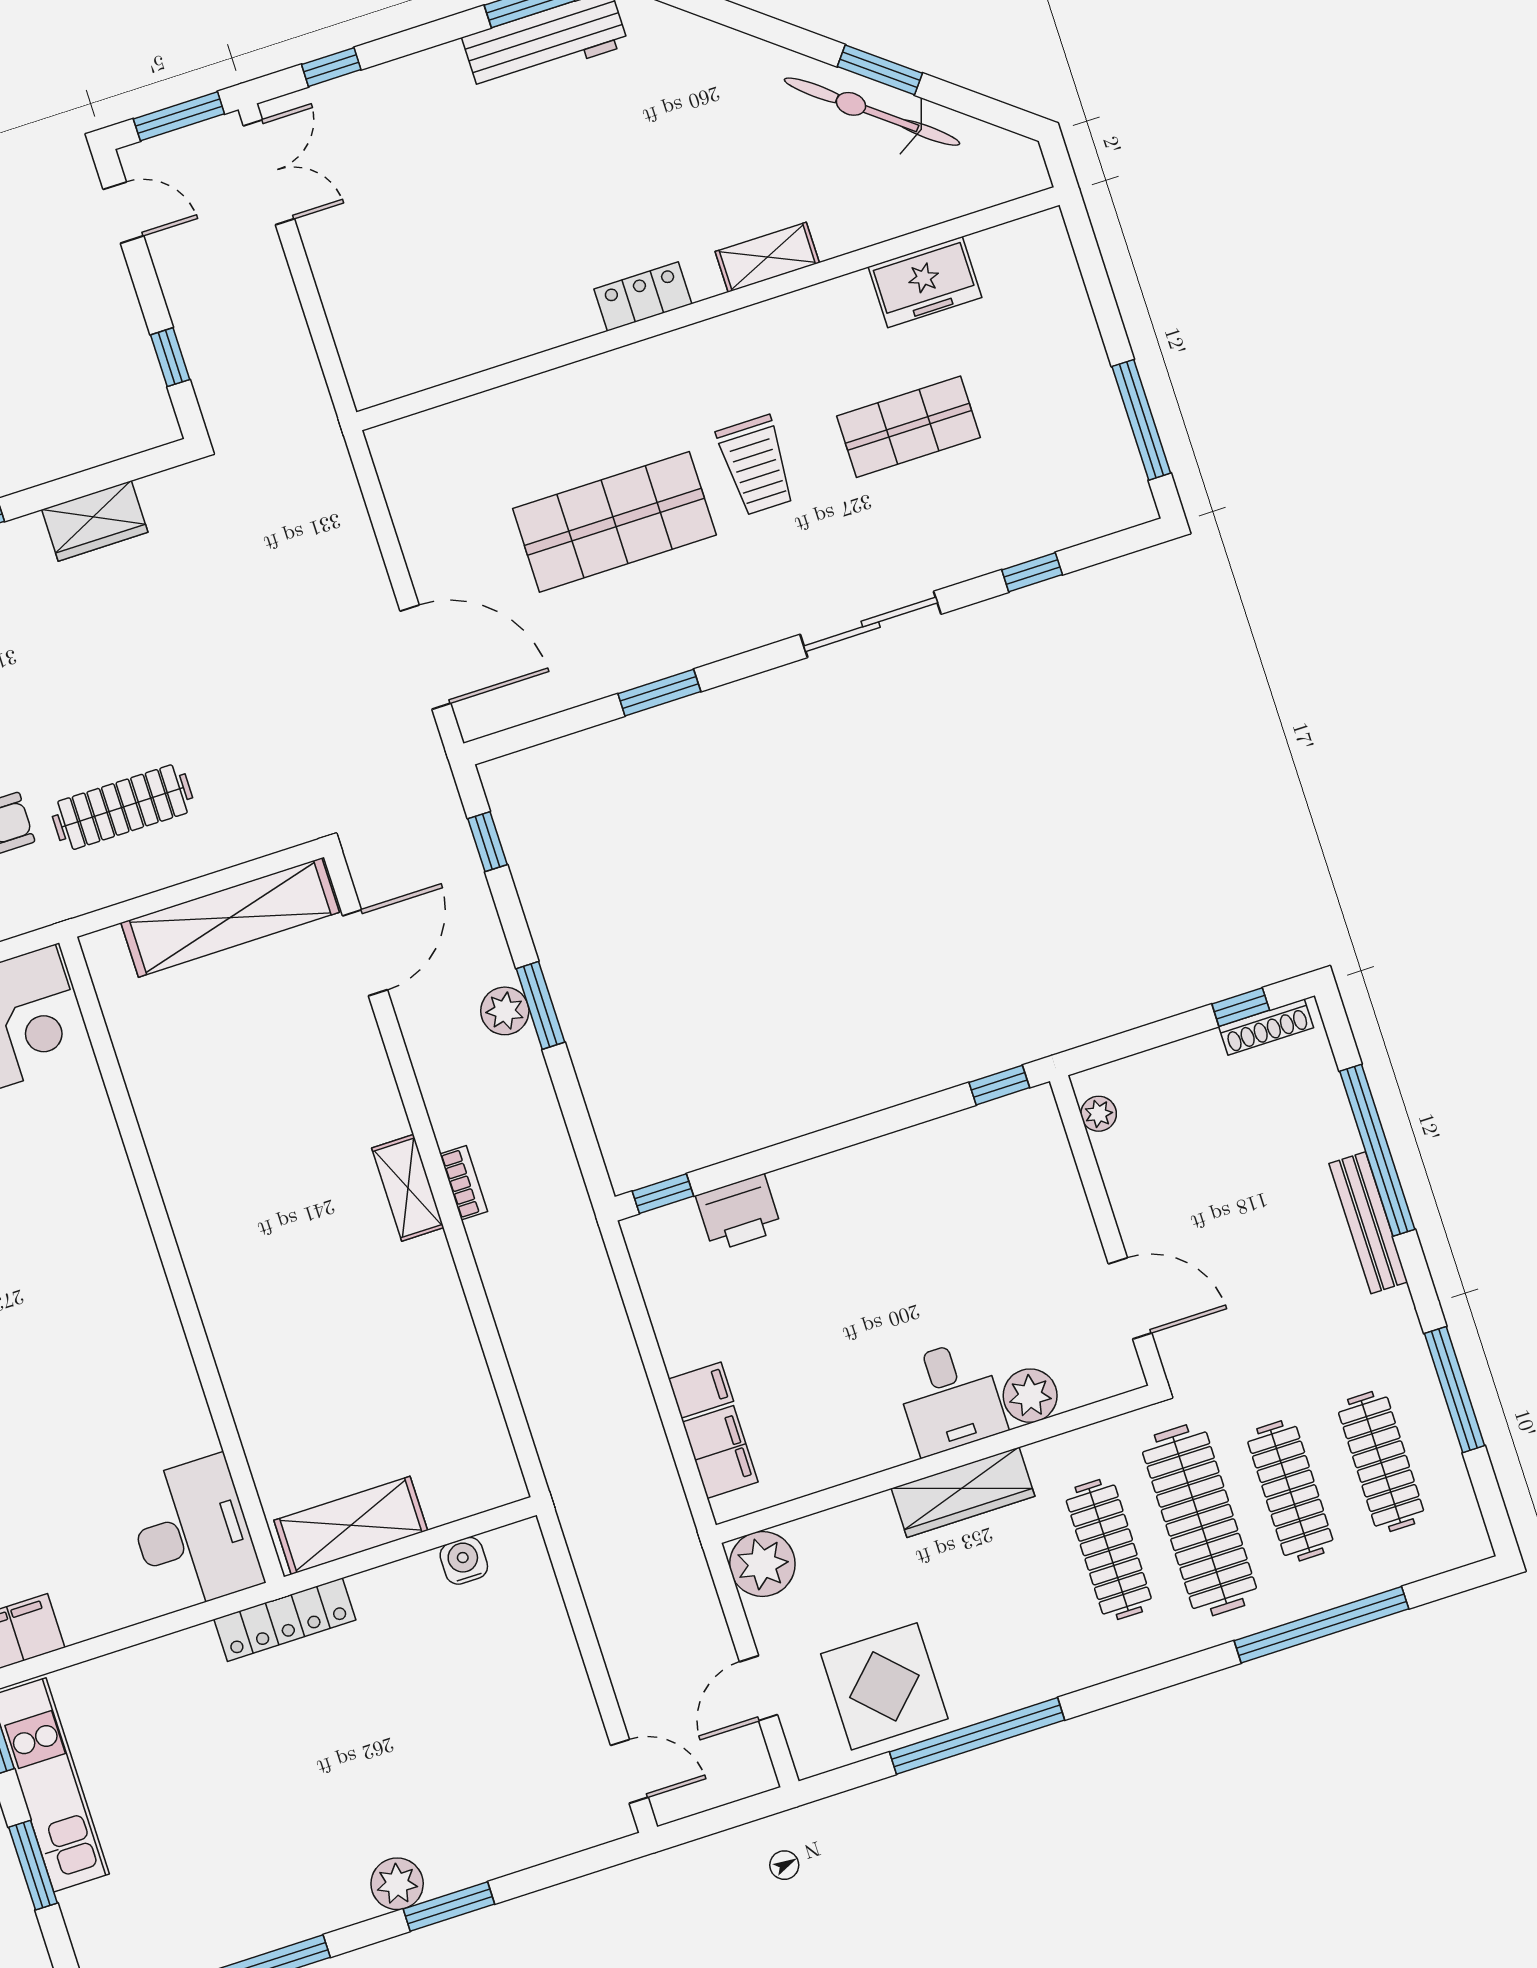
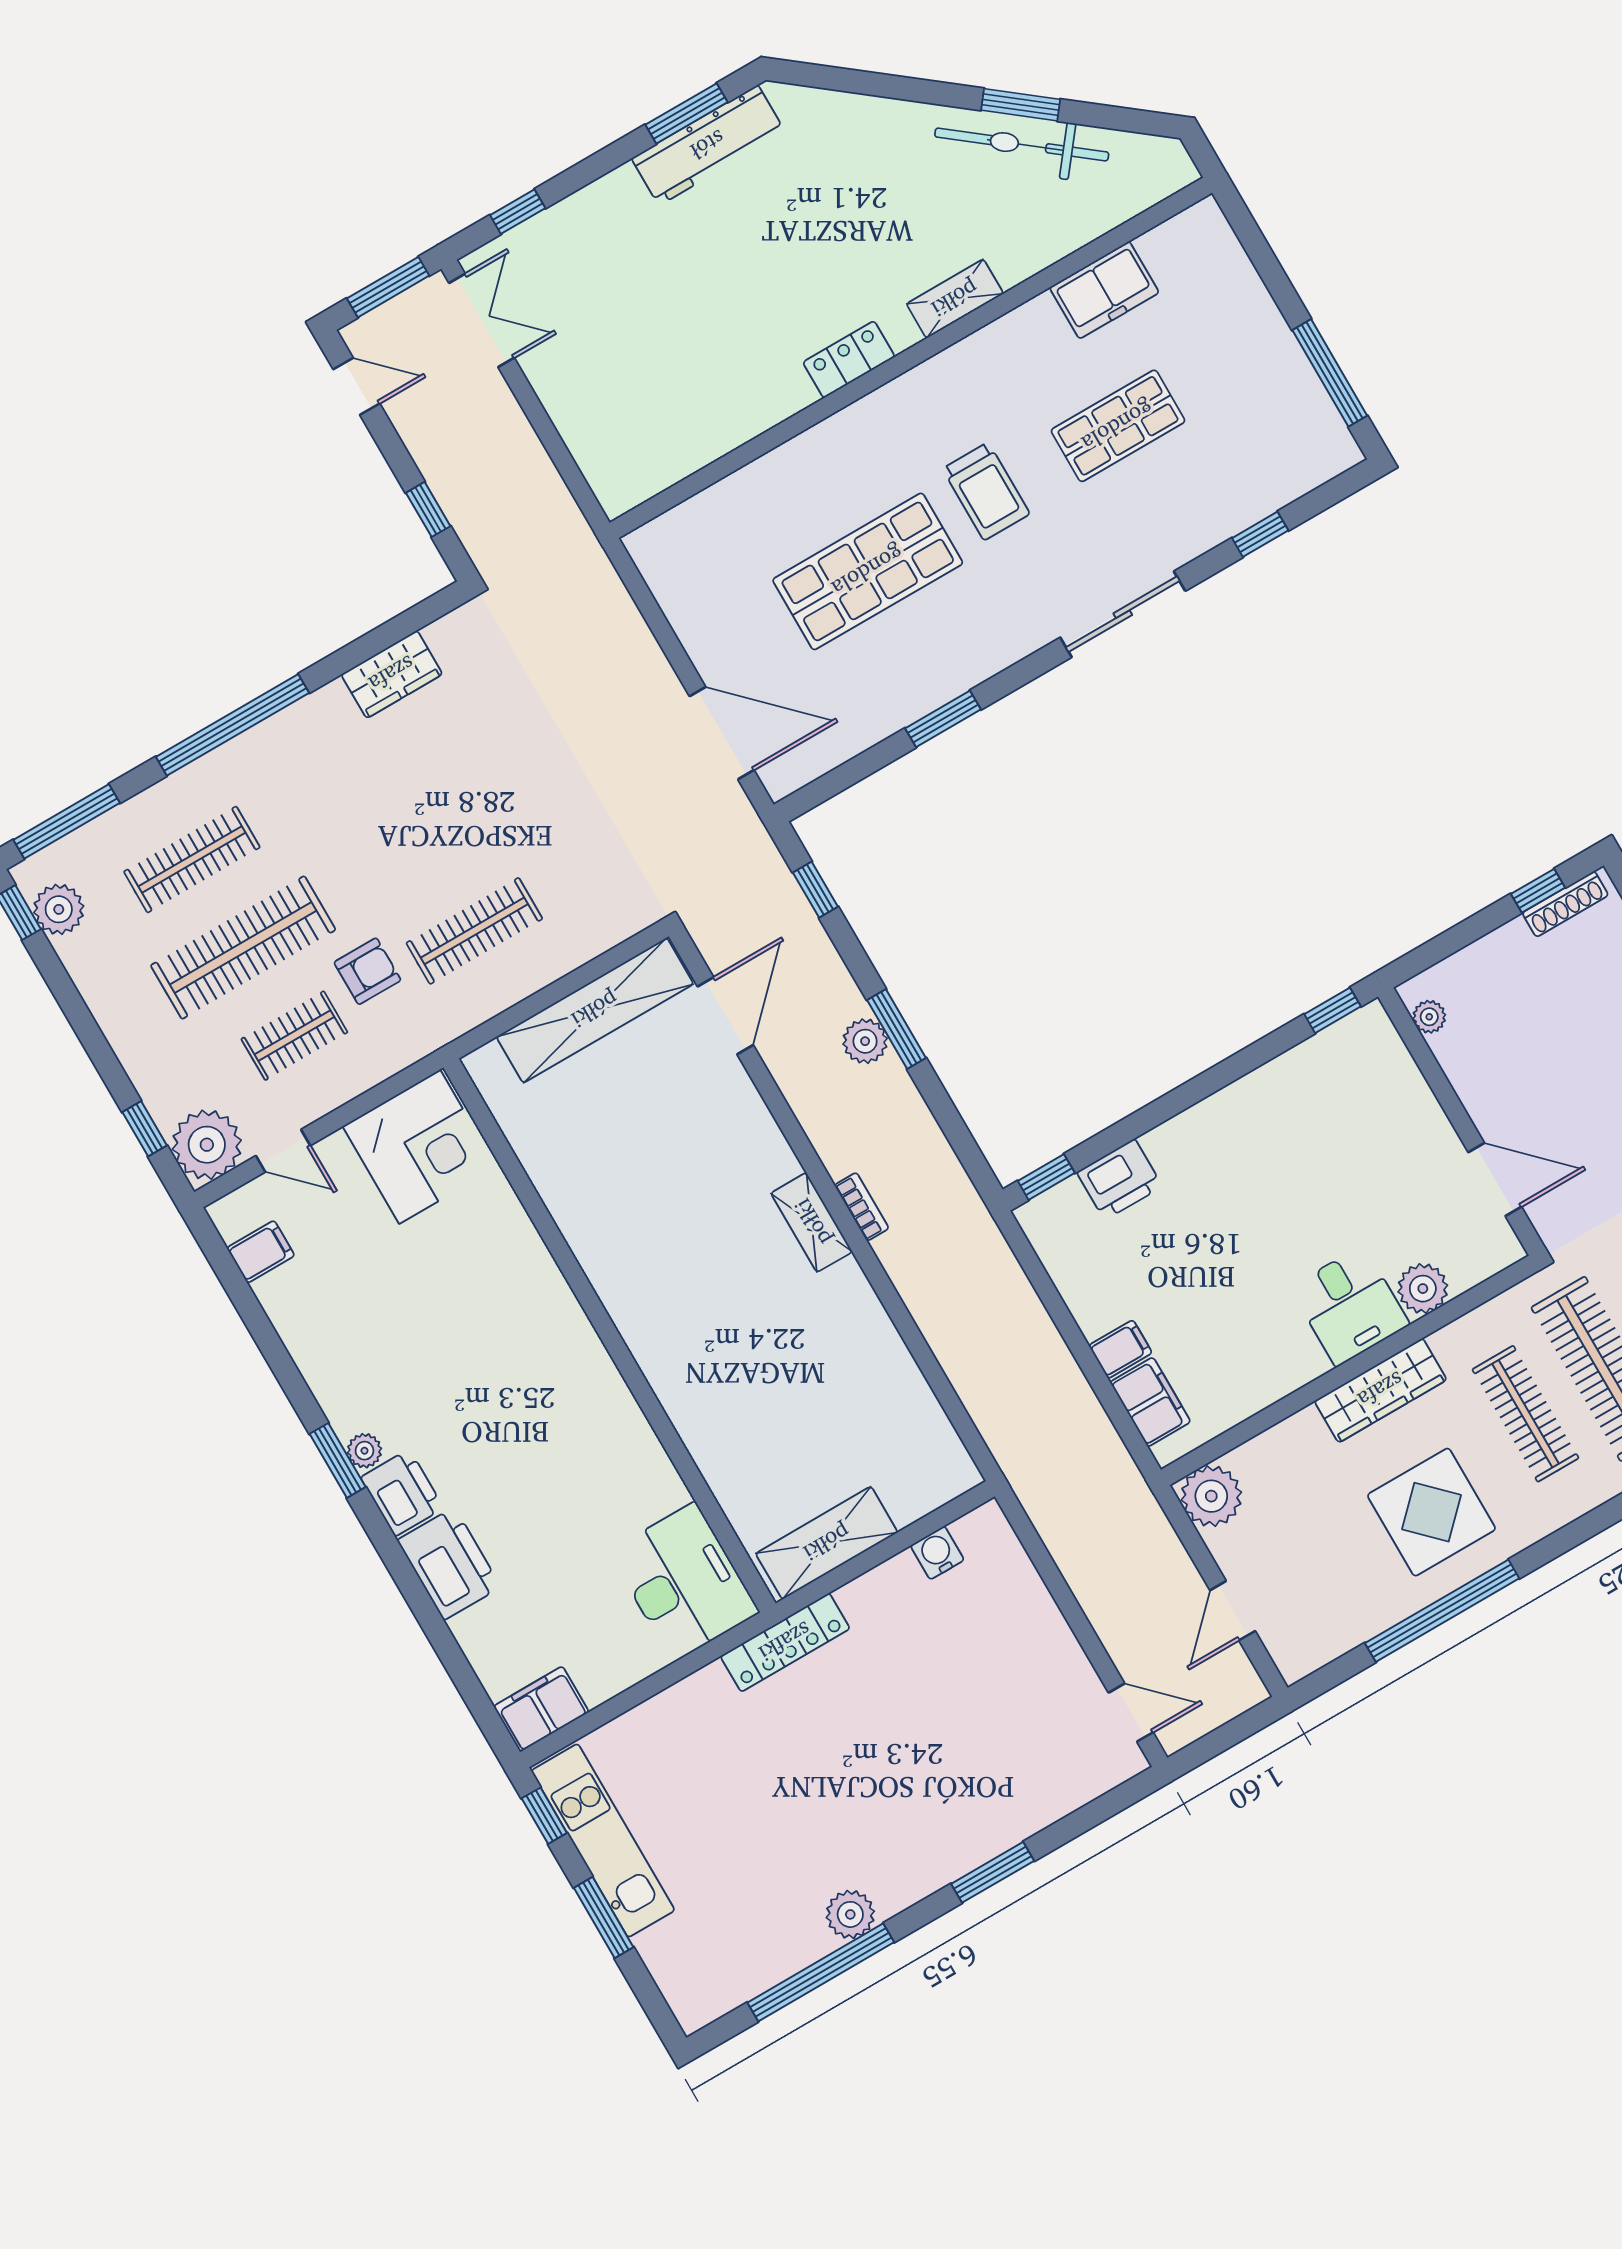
display table: (884, 1686) -> (1431, 1512), moved
plant: (397, 1884) -> (850, 1914), moved

